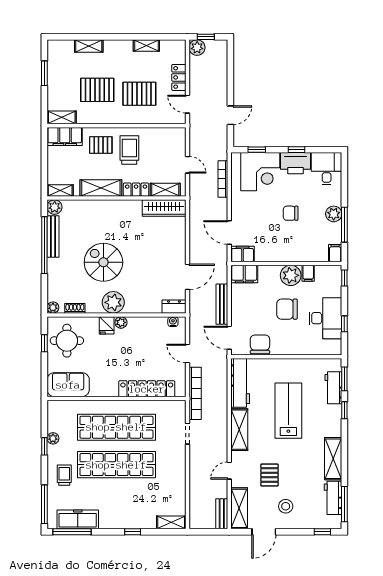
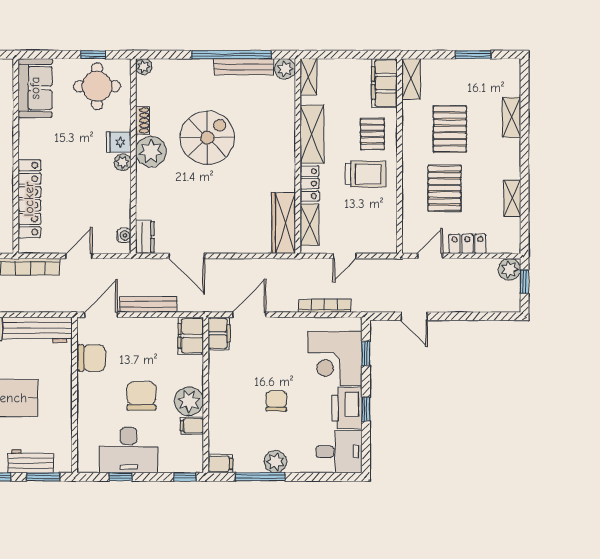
shoe rack: (75, 308) -> (142, 120), moved

